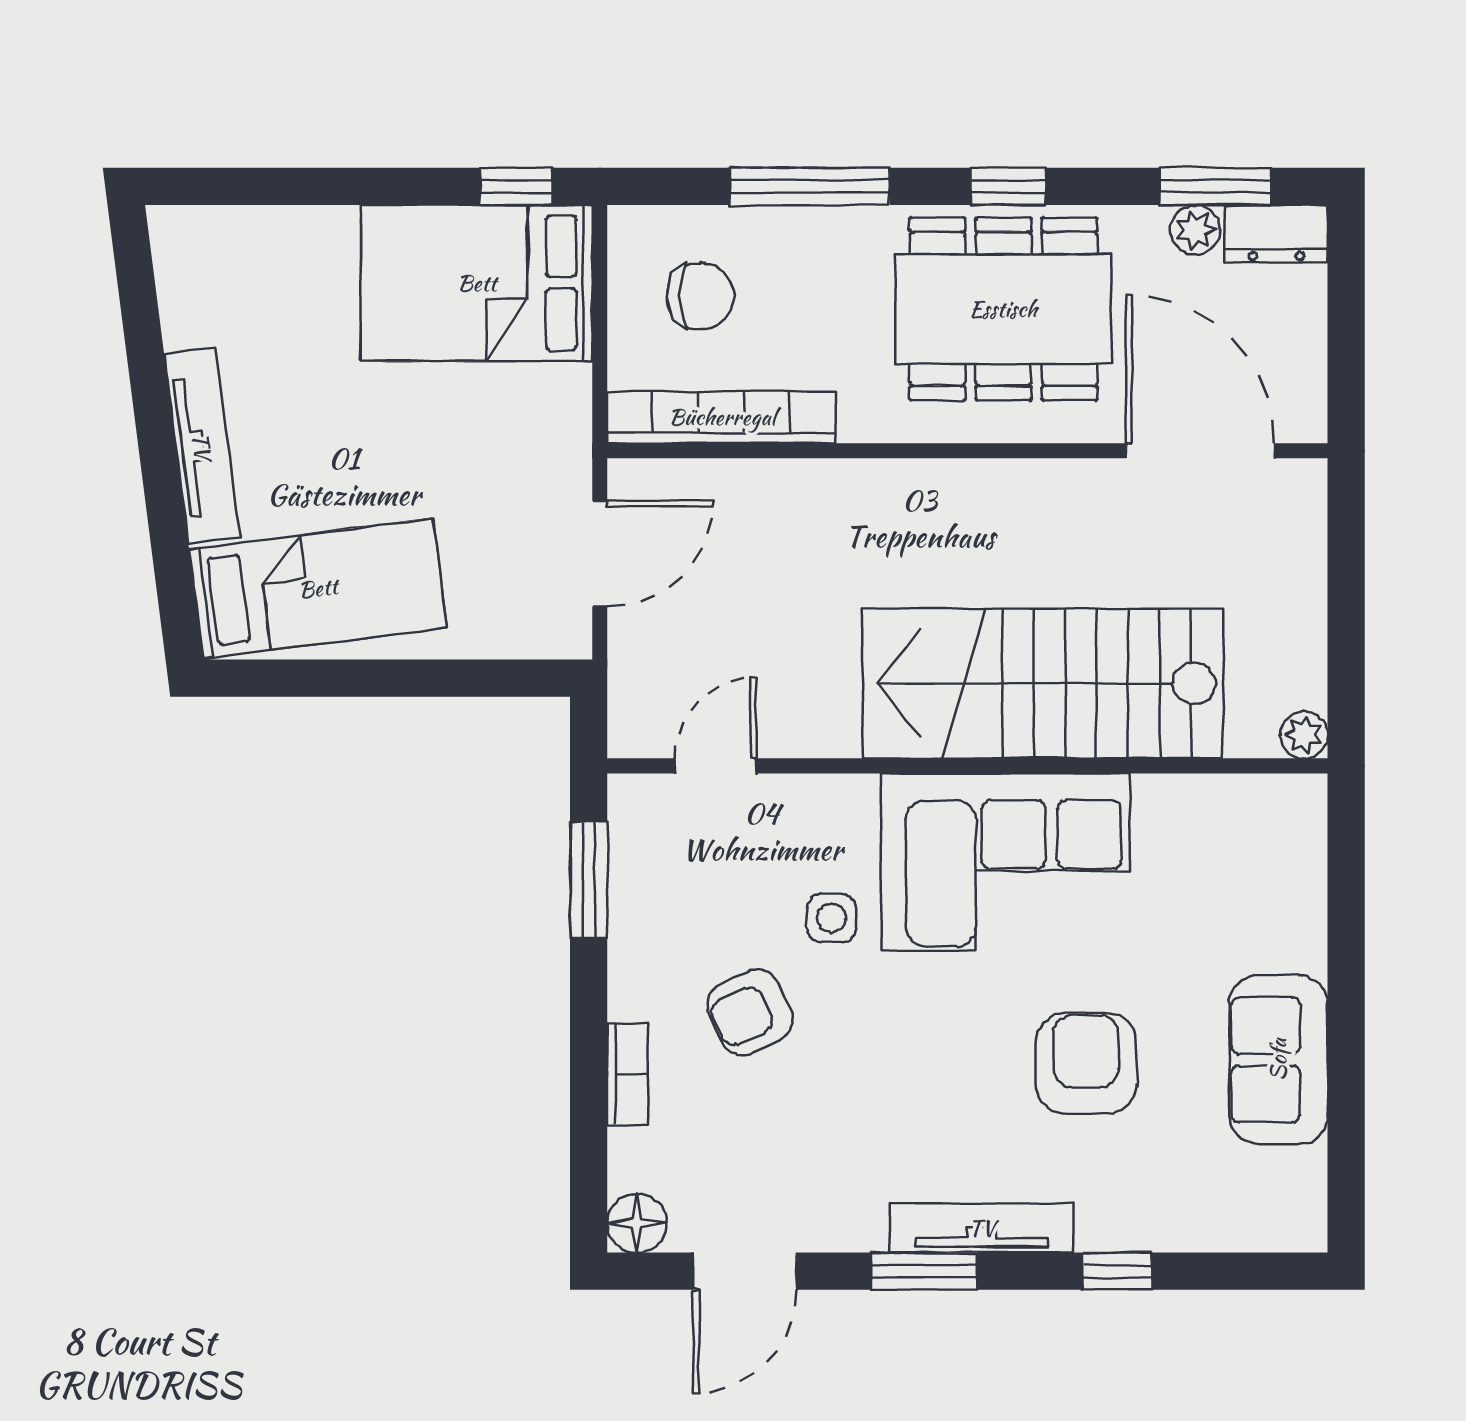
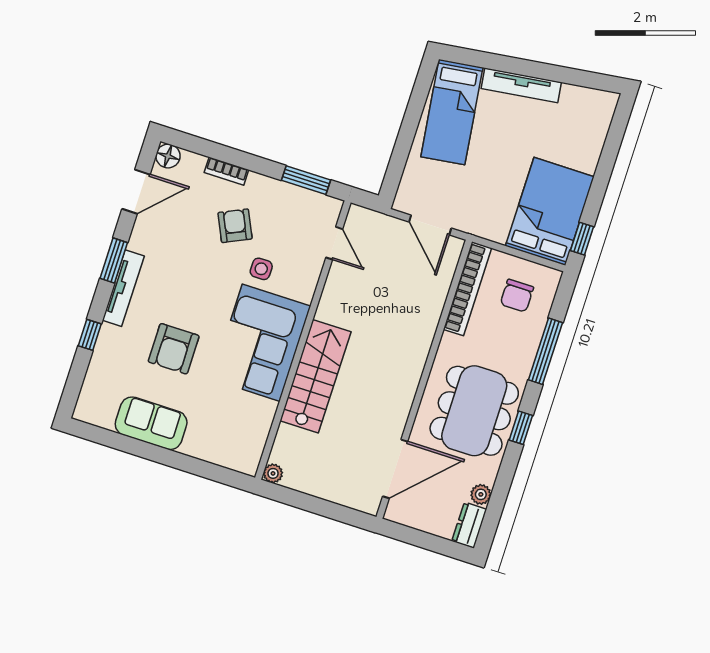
window: (1215, 186) -> (495, 508), removed
stairs: (1043, 683) -> (315, 376), width x0.73, depth x0.66
armchair: (1086, 1063) -> (174, 349), turned 91
door: (745, 1271) -> (136, 192), swing flipped

